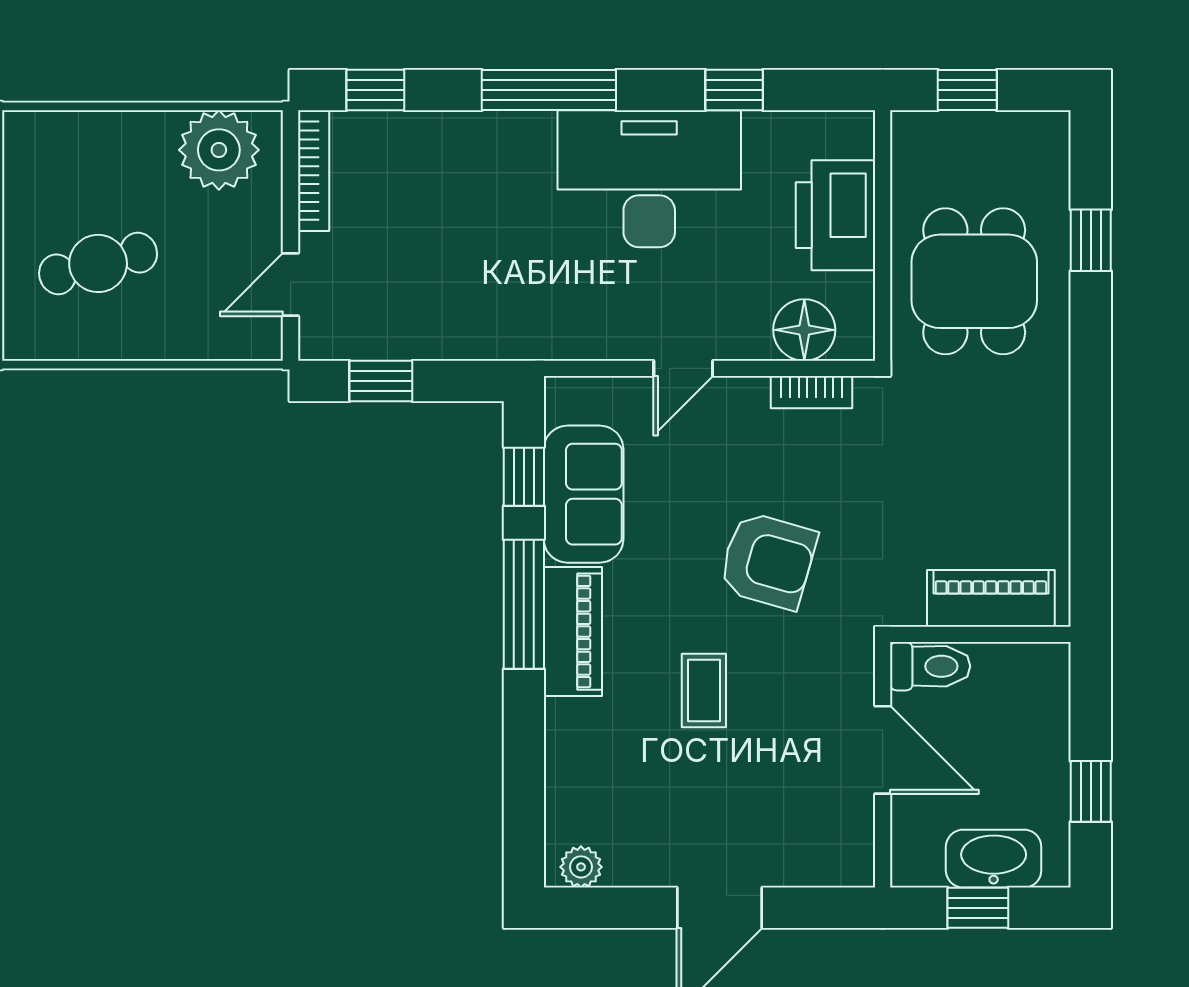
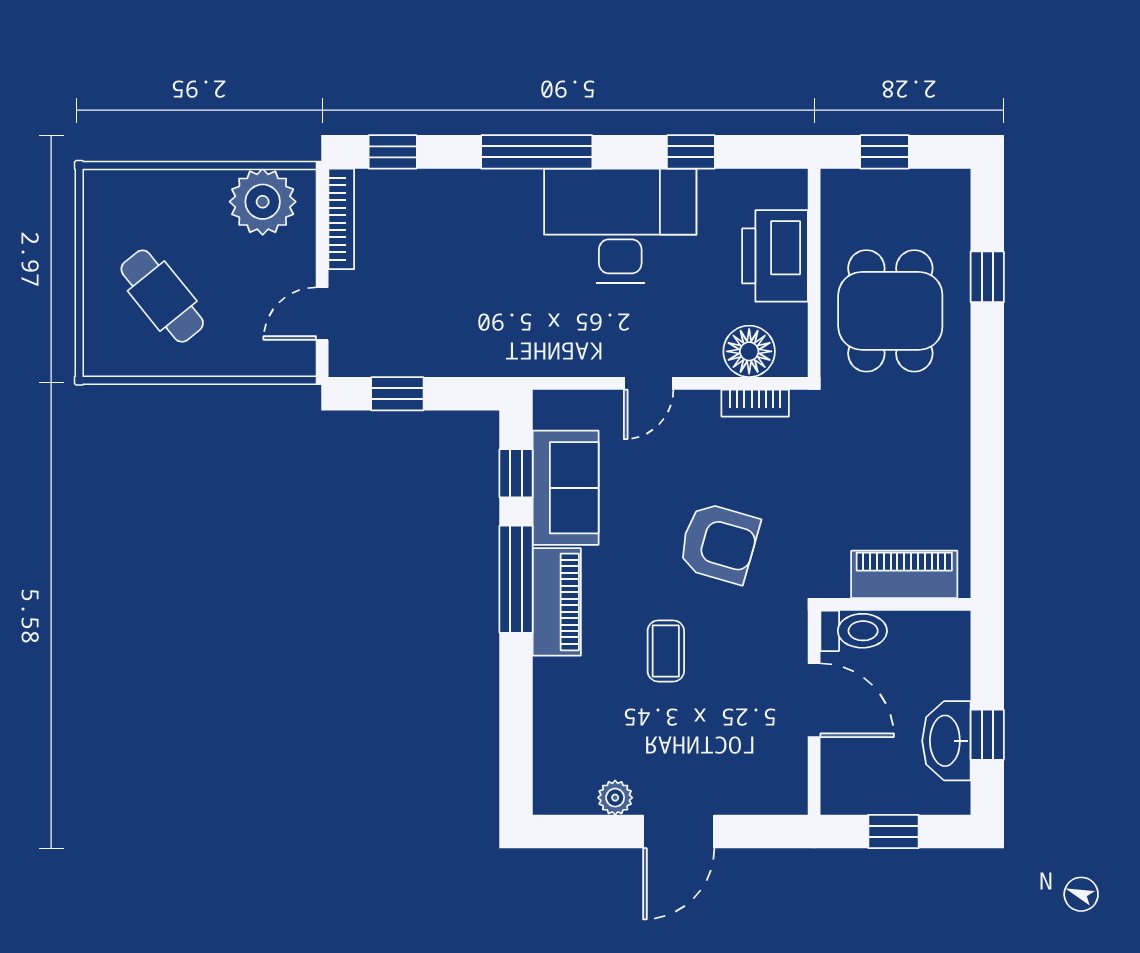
cafe table: (98, 263) -> (162, 296), turned 66
washbasin: (994, 859) -> (946, 741), moved, turned -90
plant: (581, 867) -> (615, 798), moved

